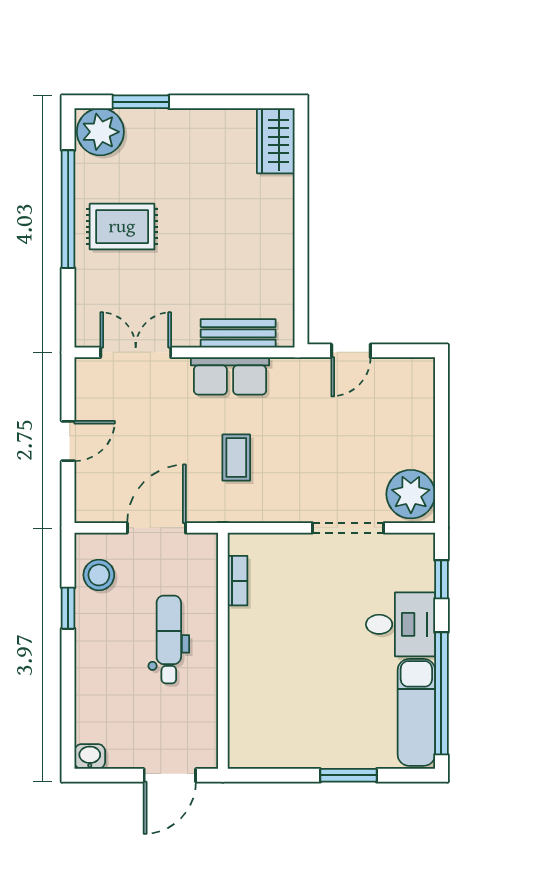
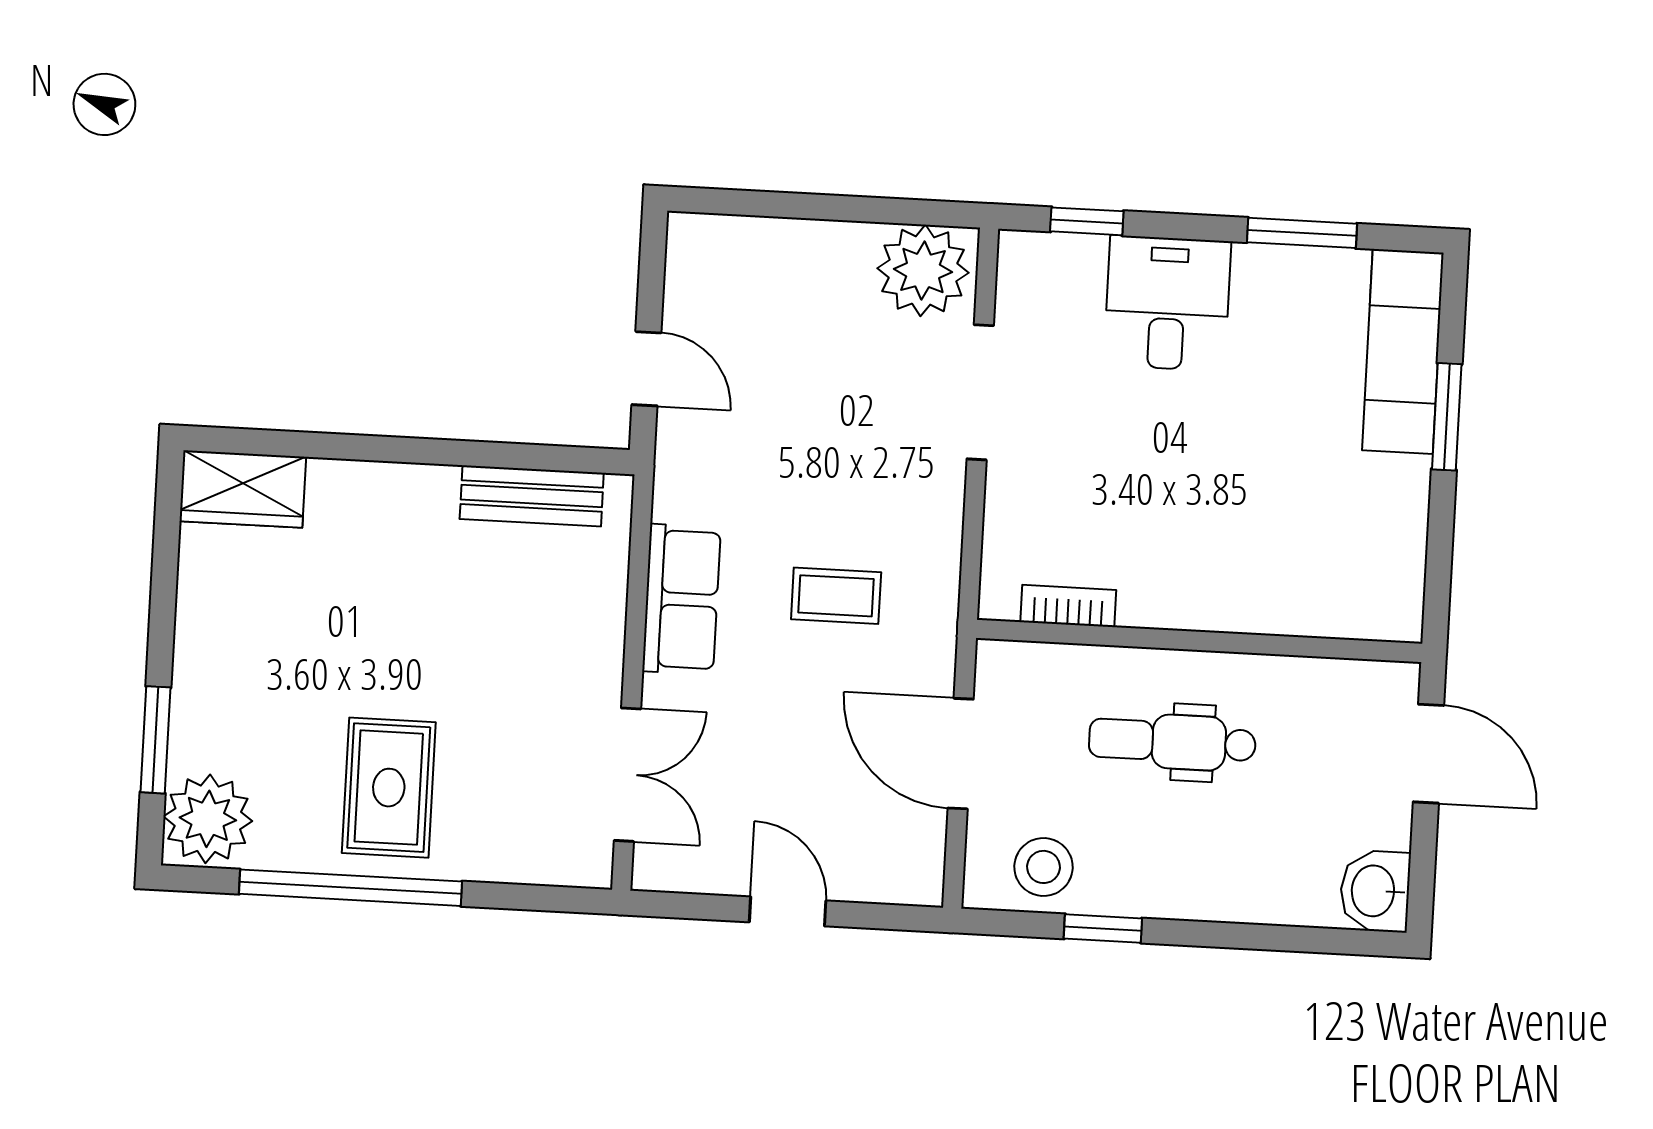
bench: (238, 333) -> (532, 496), moved, turned 90
double door: (136, 352) -> (627, 775), swing flipped
window: (441, 693) -> (1302, 233), width x0.47
exam couch: (416, 712) -> (1403, 351), moved, turned 90
washbasin: (90, 756) -> (1375, 891), width x1.38, depth x1.45

